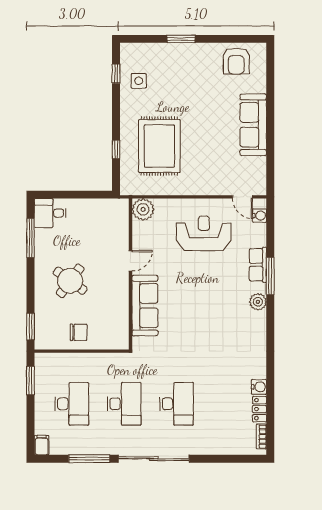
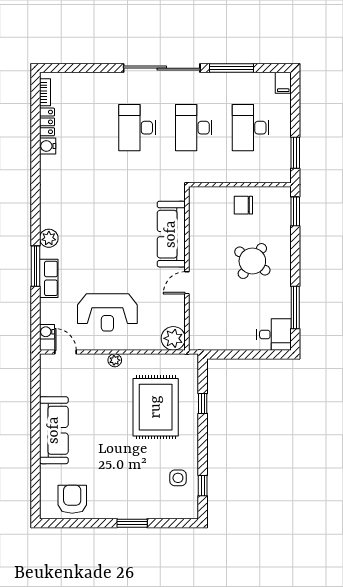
plant: (197, 189) -> (115, 360), added

